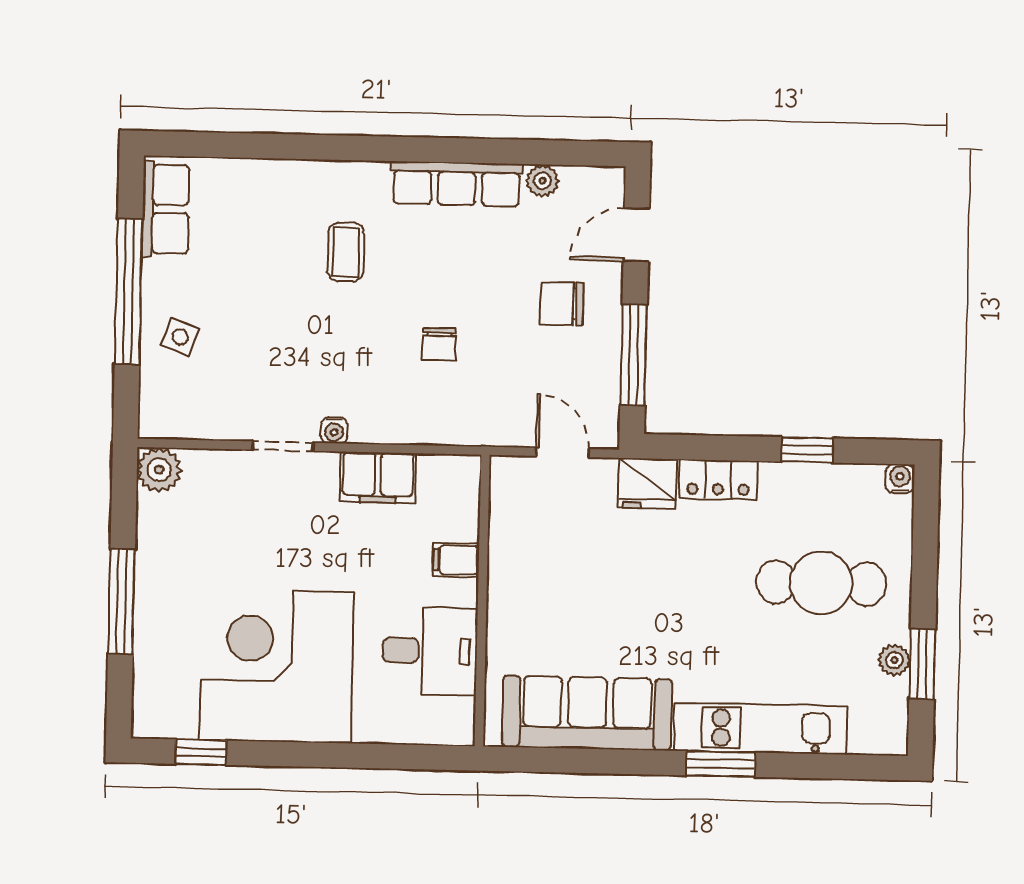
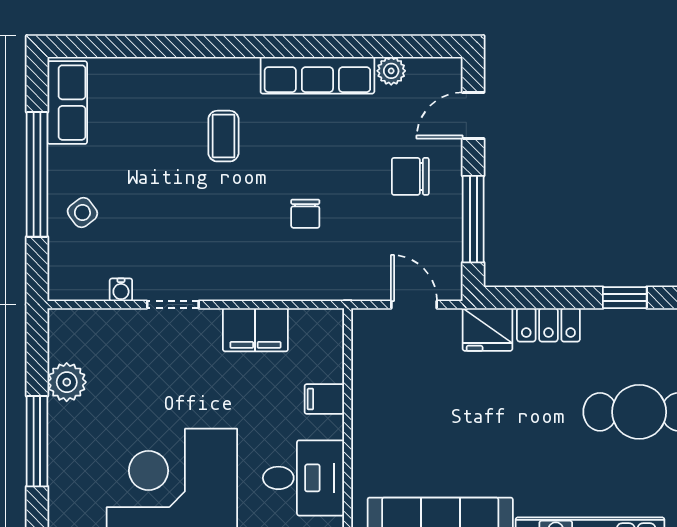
side table: (180, 337) -> (82, 213), turned 33
water cooler: (334, 430) -> (121, 290), moved
plant: (159, 470) -> (67, 382), moved

